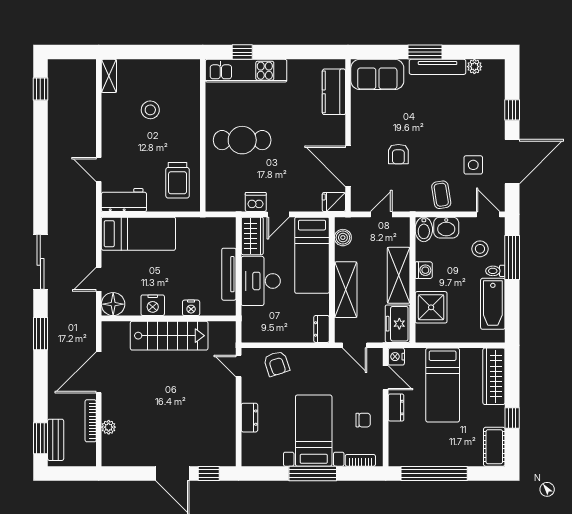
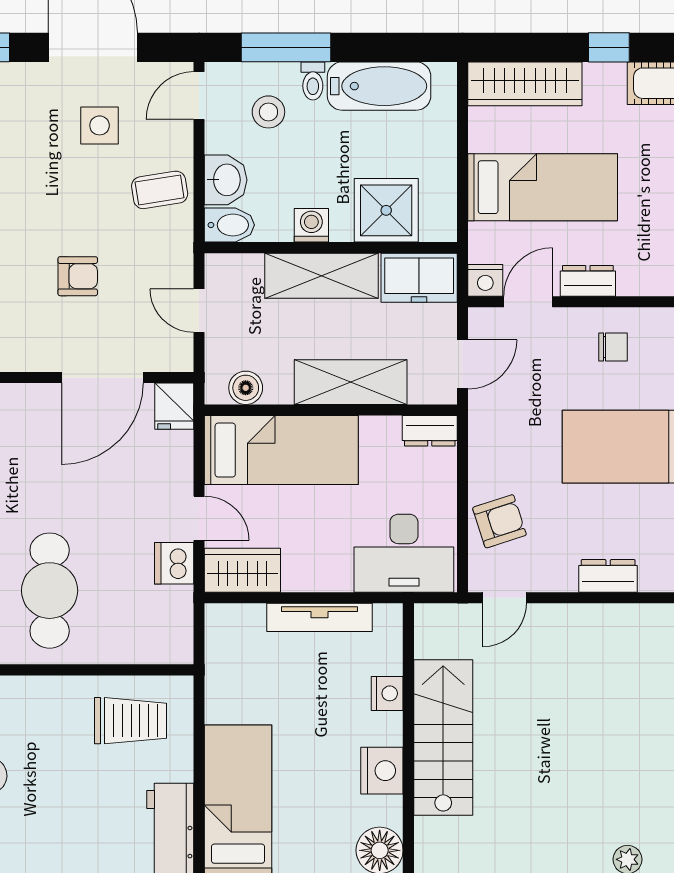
desk: (261, 281) -> (404, 553), moved
chair: (363, 420) -> (613, 347), turned 90

